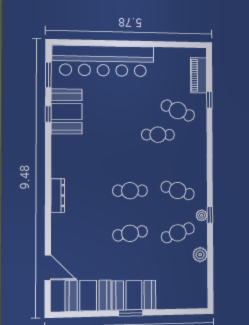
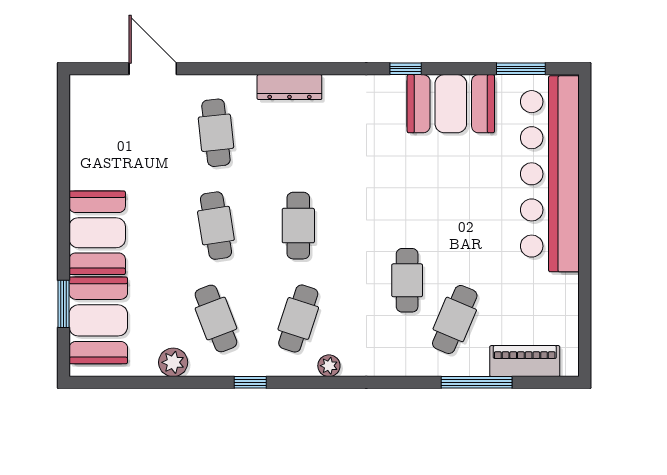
window: (209, 100) -> (477, 382), width x2.17
window: (48, 114) -> (406, 69), moved
plant: (202, 215) -> (329, 366), moved
cafe table: (82, 234) -> (216, 133), added
door: (48, 268) -> (153, 69), swing flipped
booth: (88, 296) -> (98, 320), moved
window: (131, 313) -> (63, 304), moved

